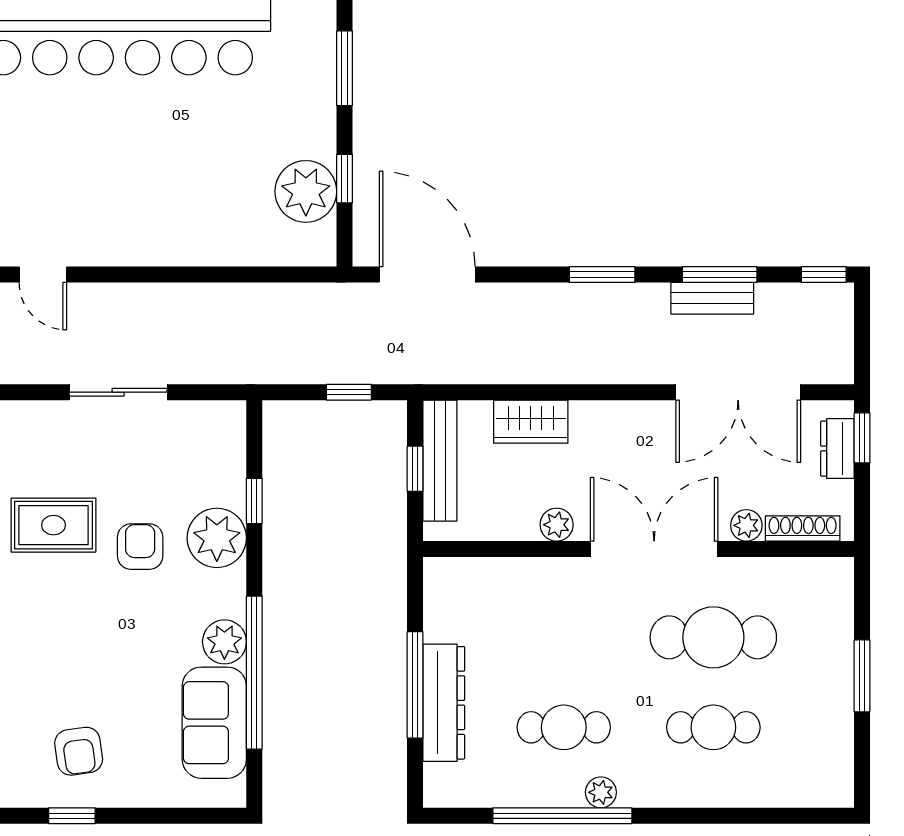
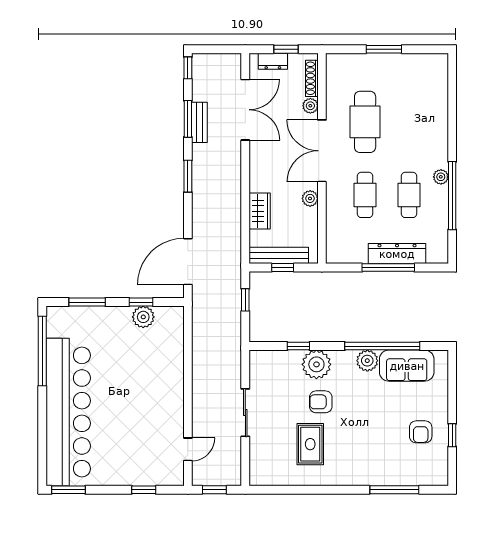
plant: (306, 191) -> (143, 317), width x0.73, depth x0.73
window: (862, 438) -> (286, 49), moved
cafe table: (713, 727) -> (365, 195), moved
armchair: (79, 751) -> (421, 432), turned 98

